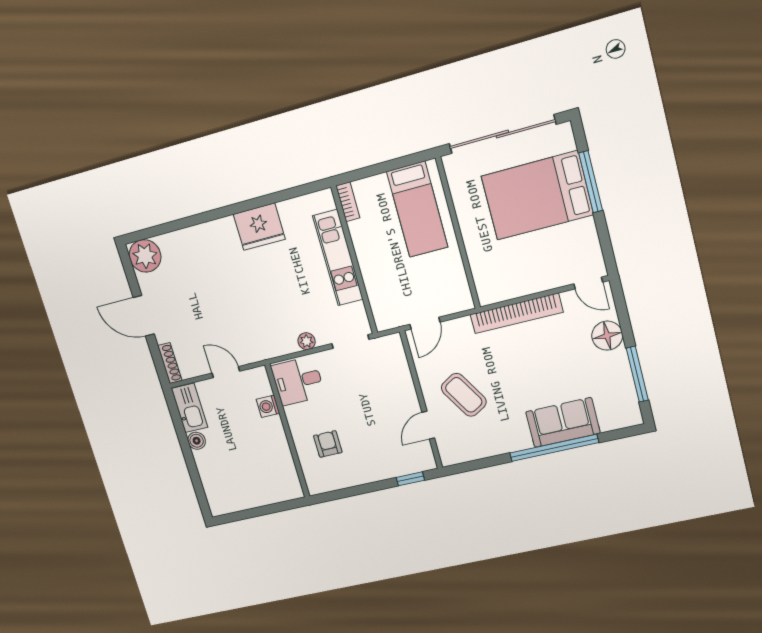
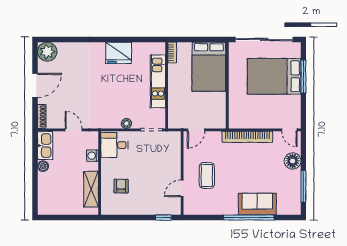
bed: (417, 209) -> (209, 67), width x1.50
door: (144, 316) -> (35, 85), swing flipped
coffee table: (464, 395) -> (207, 175), turned 31
shelving: (282, 460) -> (91, 189), added

